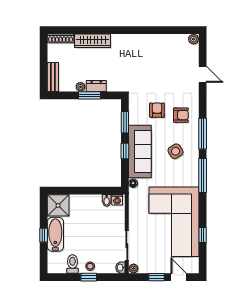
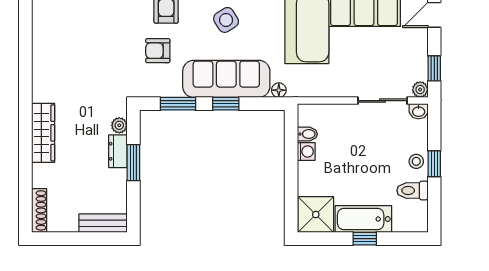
wardrobe: (93, 41) -> (43, 133), moved
plant: (81, 87) -> (119, 125), moved
washing machine: (117, 200) -> (306, 151), moved
window: (156, 277) -> (434, 68), moved

